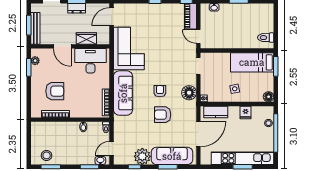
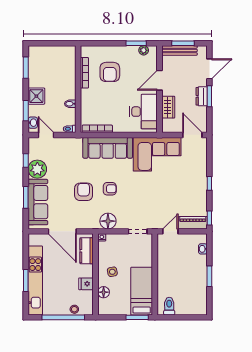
floor lamp: (269, 97) -> (104, 292), moved
stool: (47, 155) -> (38, 63), removed
shower: (76, 157) -> (36, 96), added

